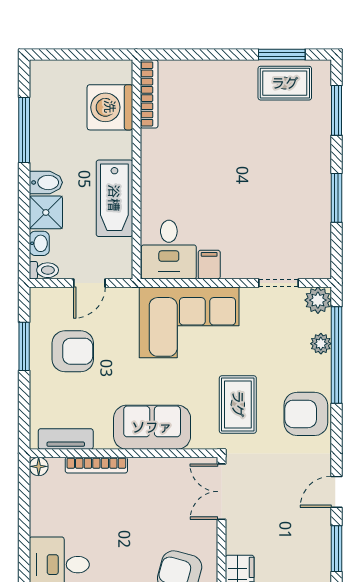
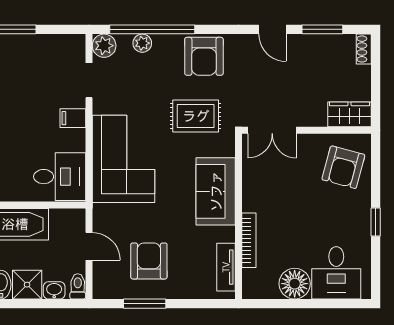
filing cabinet: (209, 265) -> (73, 118), moved
floor lamp: (39, 466) -> (295, 284), moved, width x1.89, depth x1.89

